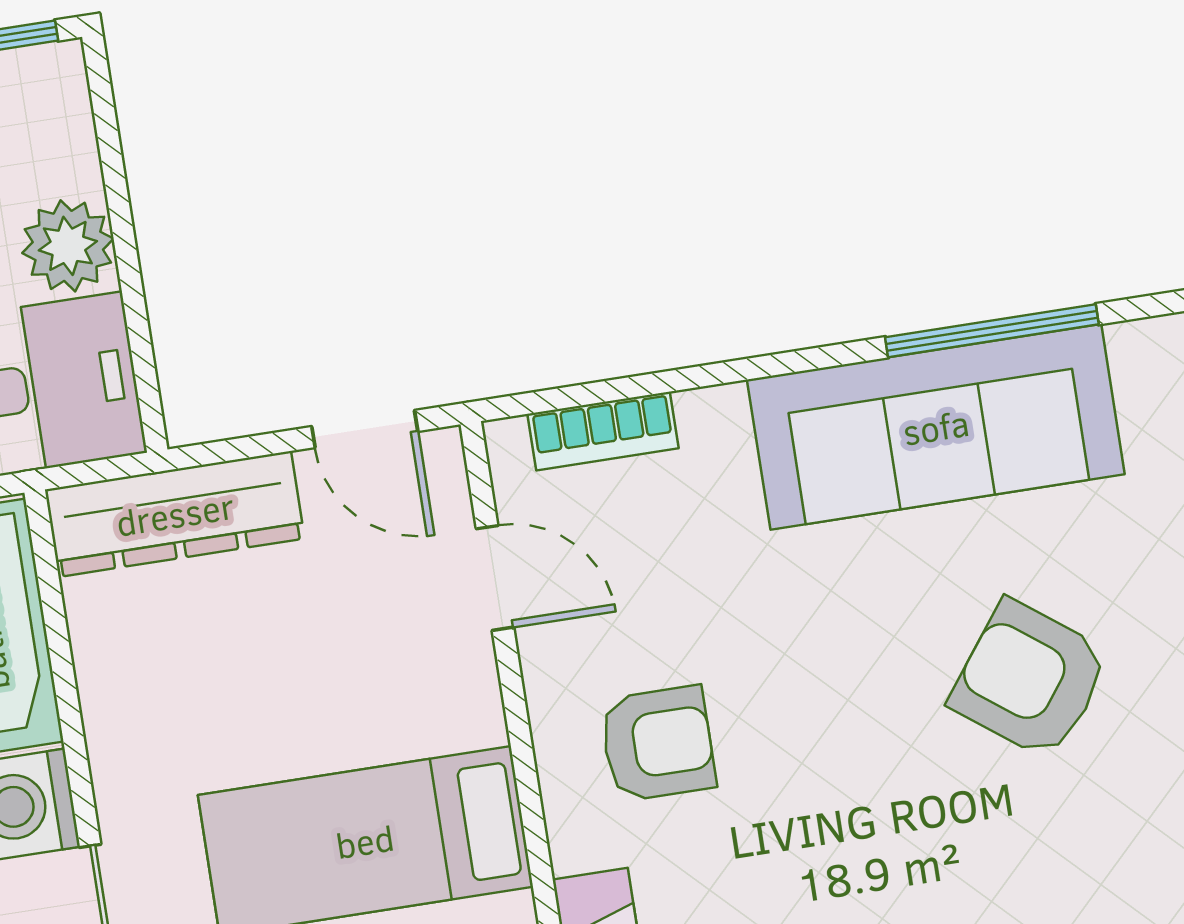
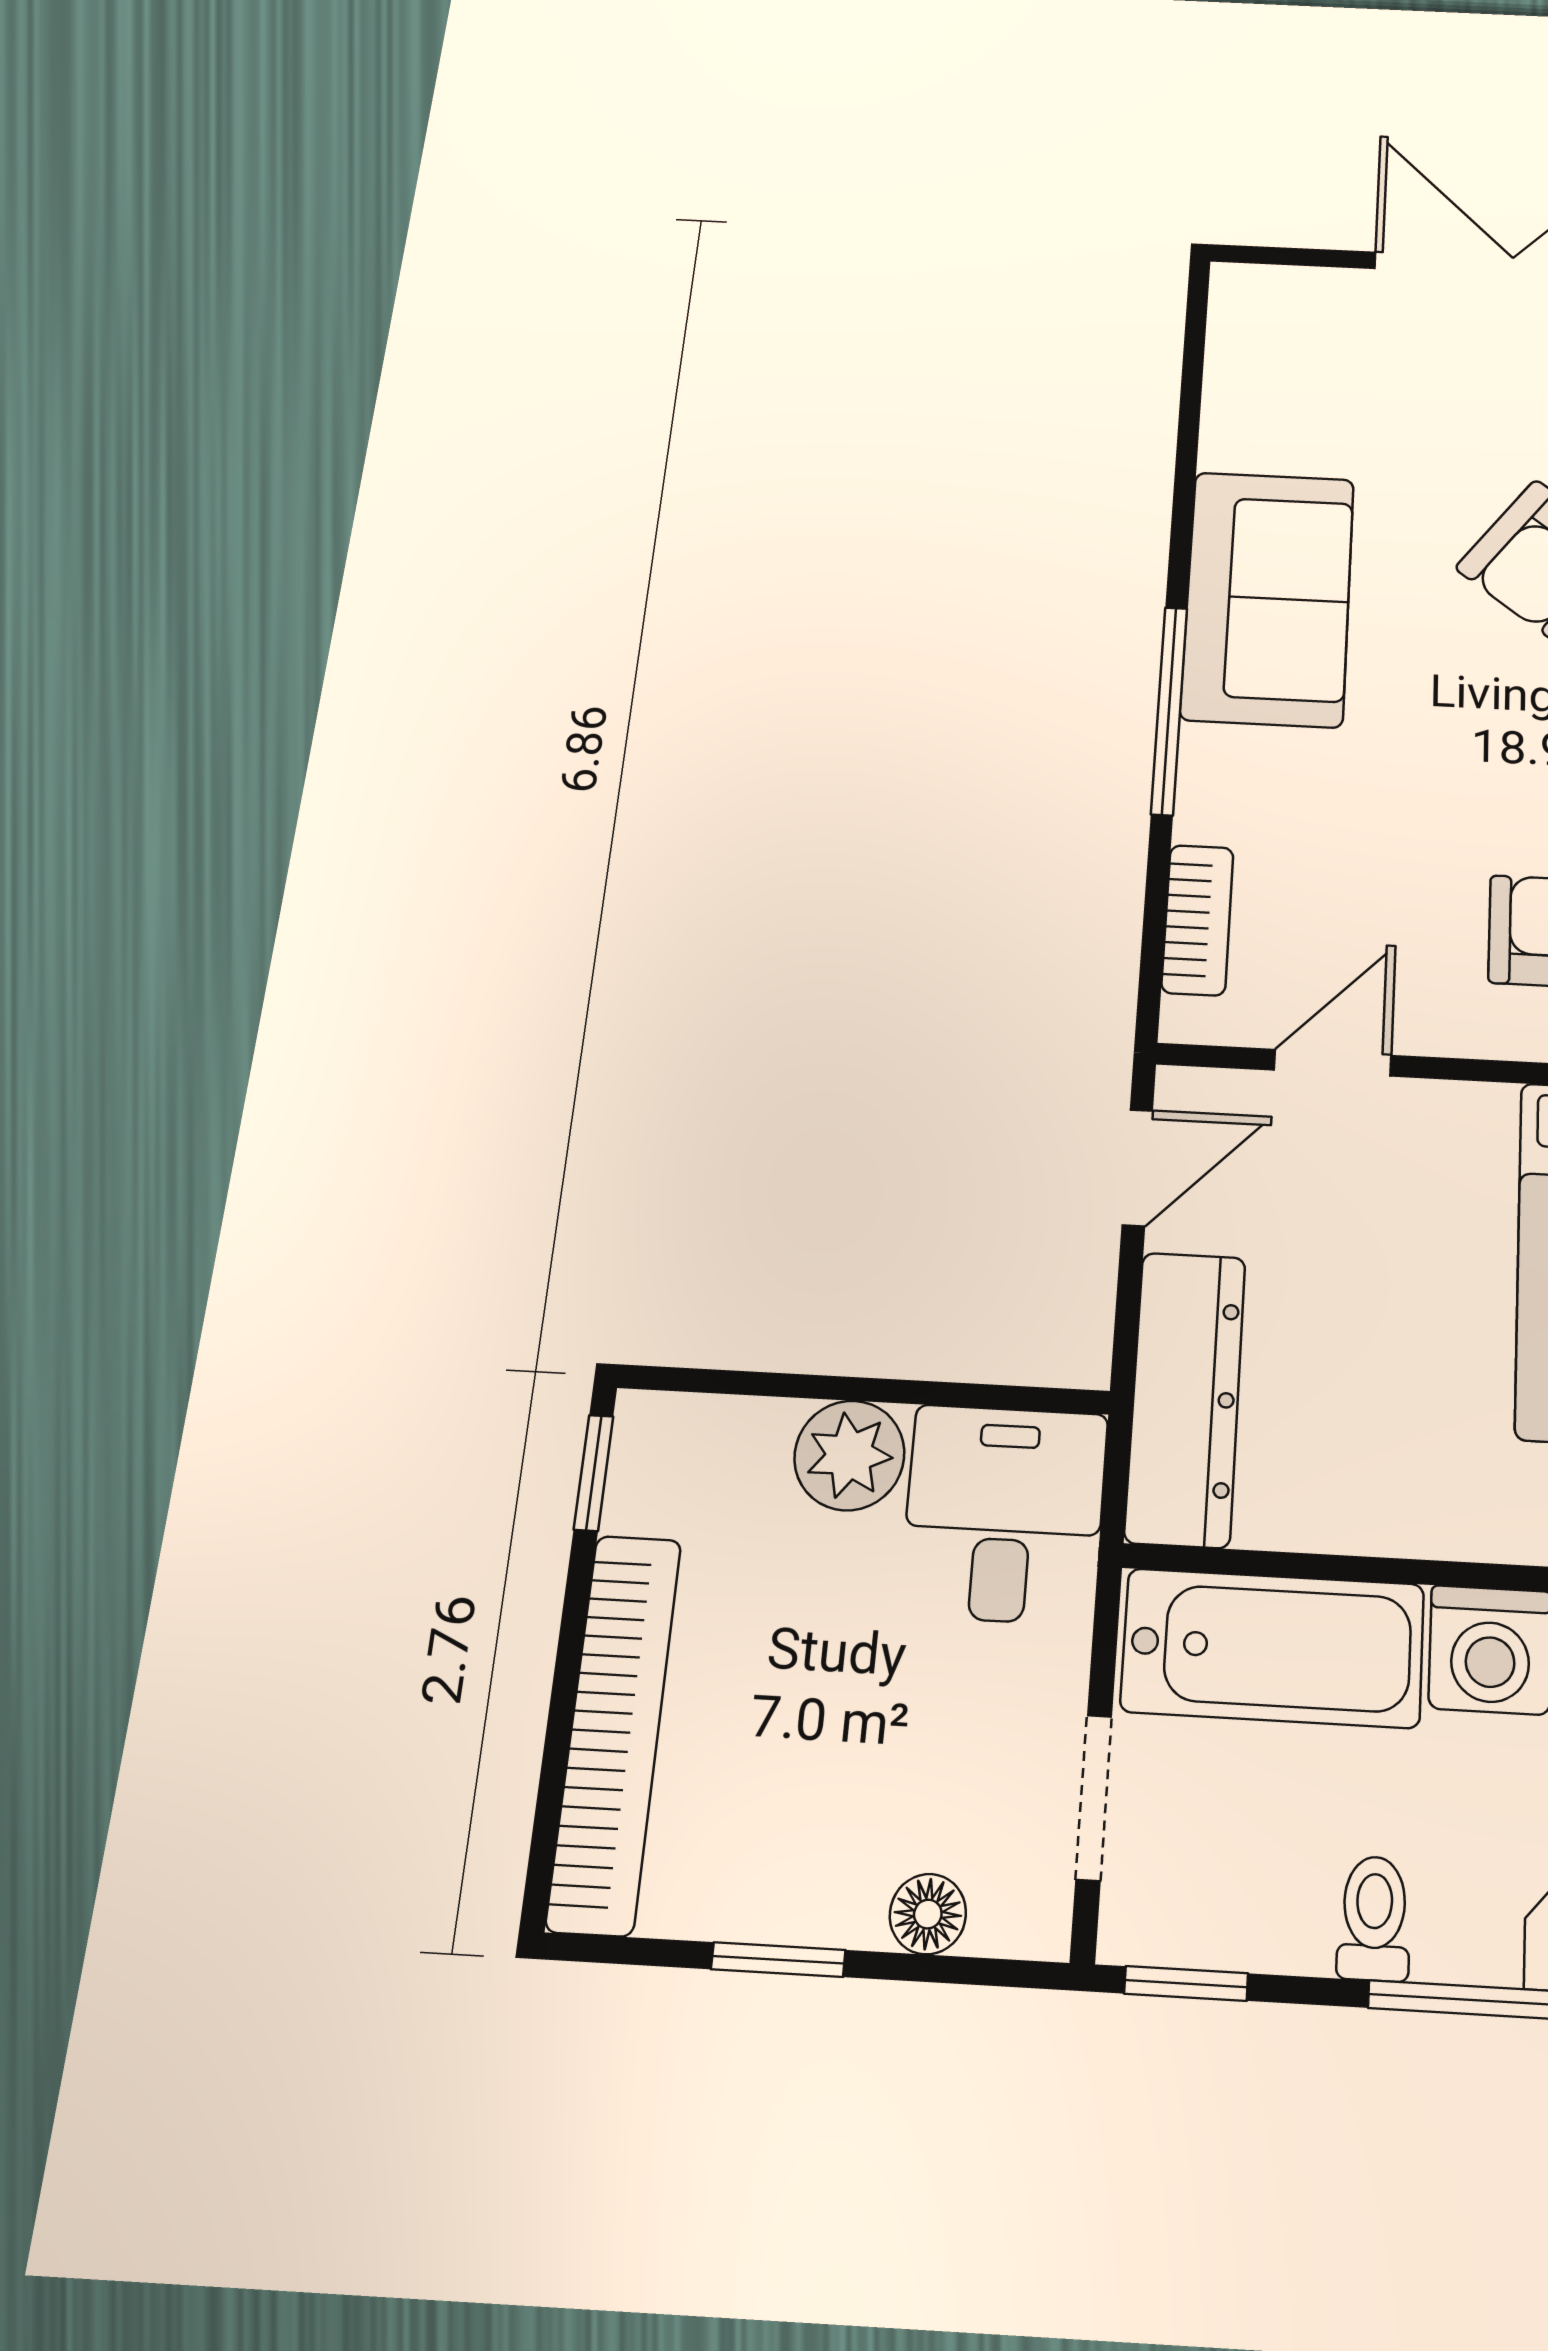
window: (992, 331) -> (1169, 710), moved
sofa: (936, 427) -> (1268, 598), width x0.73

